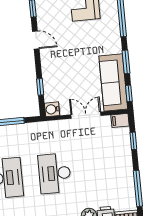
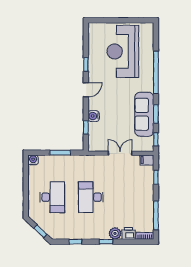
door: (36, 40) -> (86, 90), hinge flipped
sofa: (113, 82) -> (144, 114), moved
water cooler: (52, 109) -> (94, 116), moved

